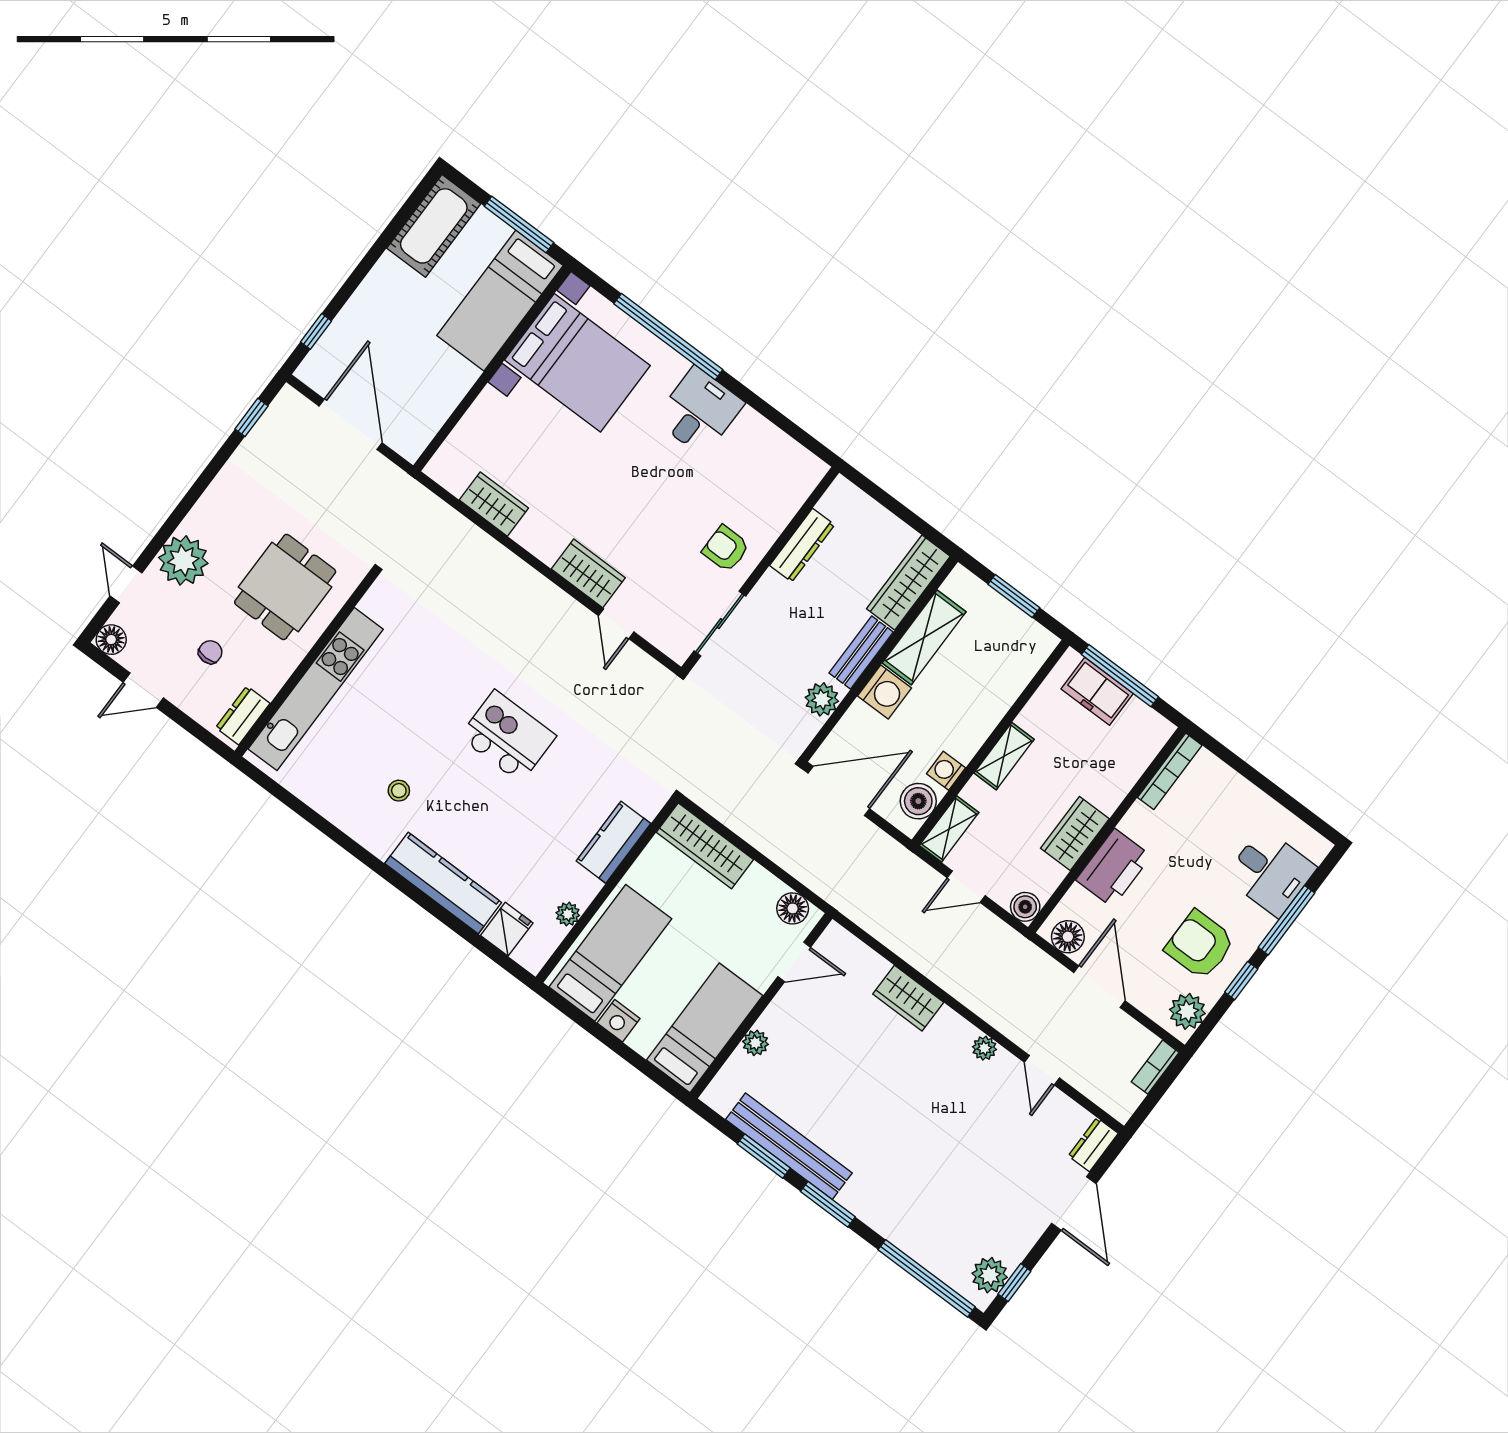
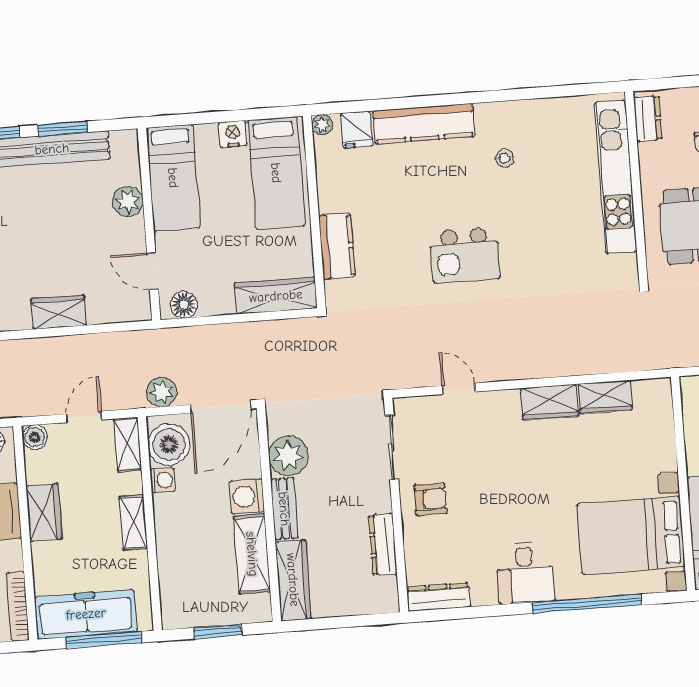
dresser: (794, 457) -> (438, 597), added
wardrobe: (588, 573) -> (549, 402), moved
freezer: (1097, 691) -> (86, 614), width x1.91, depth x1.26
plant: (822, 699) -> (288, 456), width x1.36, depth x1.36
boiler: (918, 801) -> (169, 445), width x1.37, depth x1.37
plant: (879, 849) -> (162, 392), added
plant: (568, 914) -> (322, 125), moved
door: (794, 962) -> (153, 271), hinge flipped
plant: (756, 1043) -> (128, 201), width x1.38, depth x1.38

